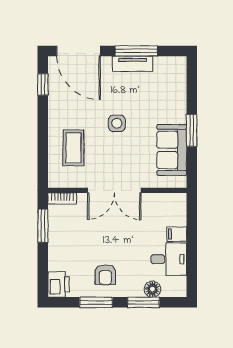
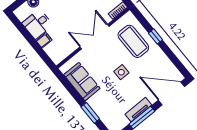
window: (43, 84) -> (156, 36), moved
window: (192, 130) -> (90, 113), moved
coffee table: (73, 148) -> (133, 41), width x1.36, depth x1.32

